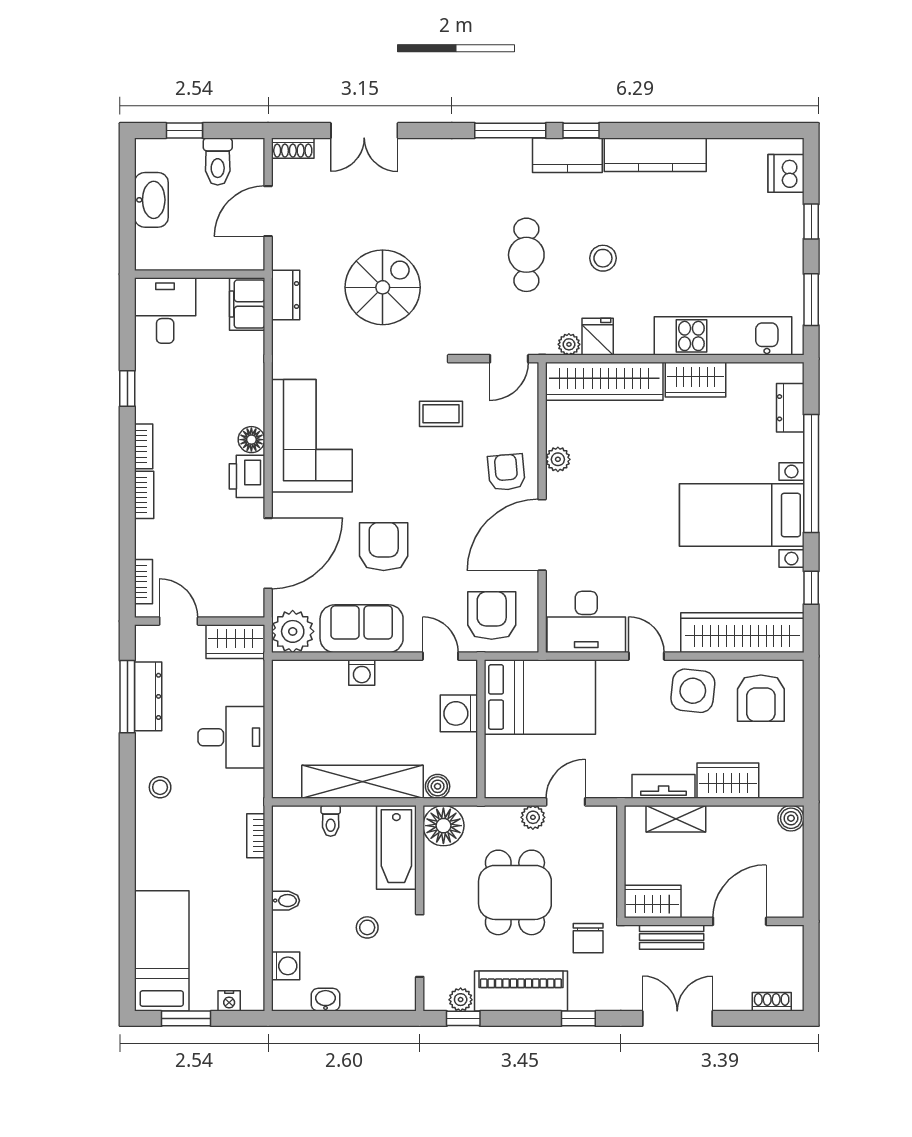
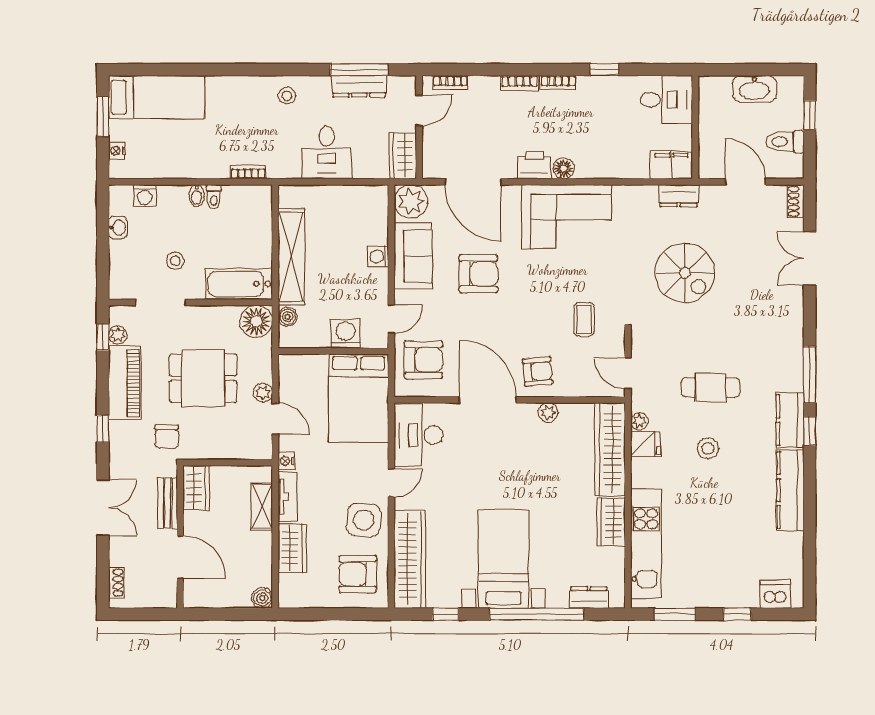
nightstand: (619, 788) -> (286, 461), added
toilet: (331, 821) -> (214, 197), moved, turned -90
chair: (588, 938) -> (167, 437), turned -90

